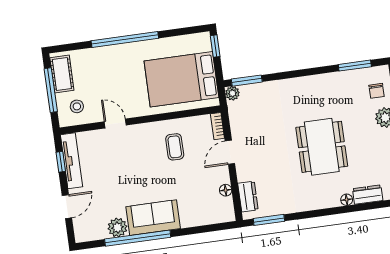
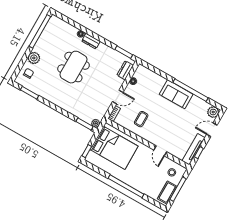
dresser: (368, 195) -> (91, 41), moved
plant: (118, 228) -> (213, 112), moved

